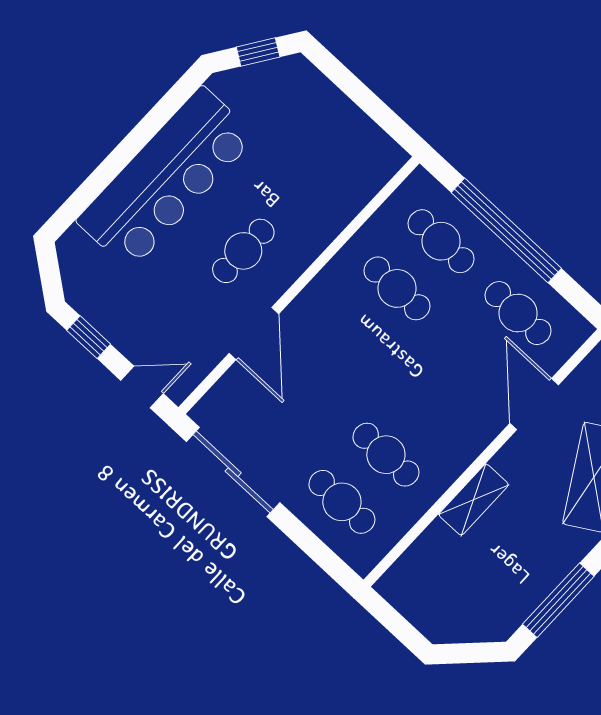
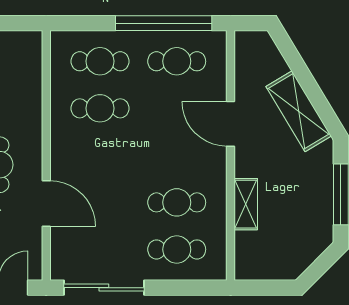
window: (506, 230) -> (164, 23), moved
door: (534, 404) -> (231, 124), moved
shelving: (474, 500) -> (246, 204), moved

